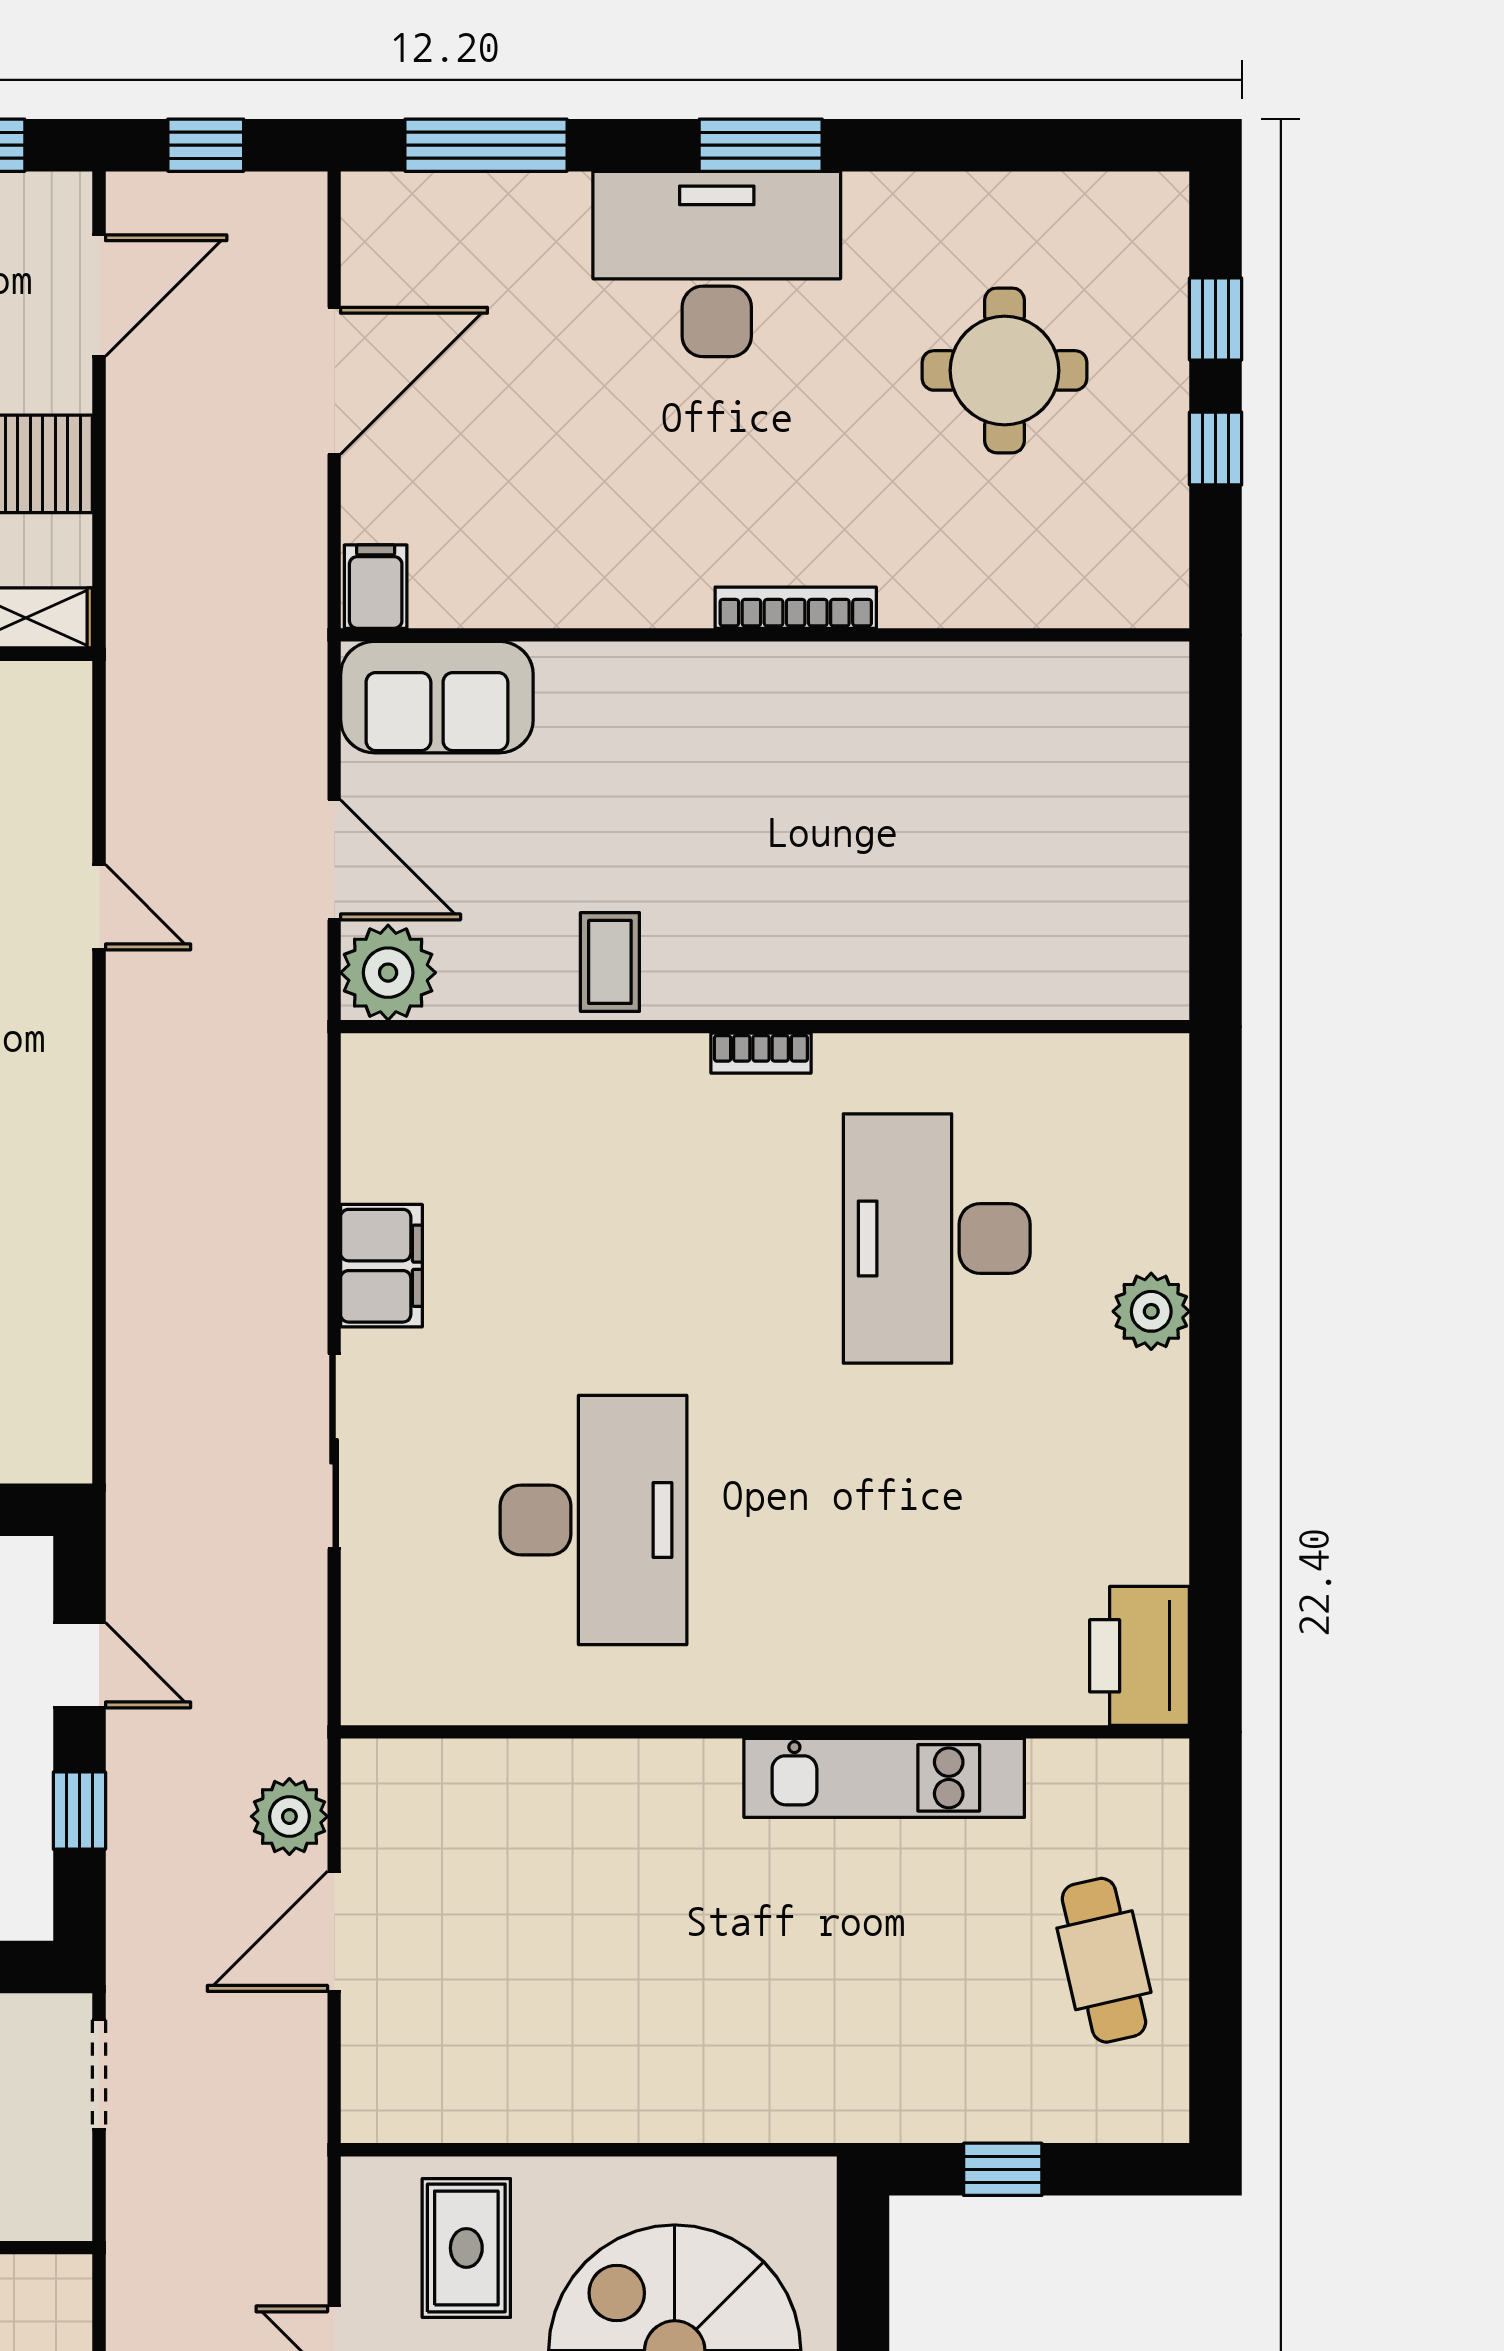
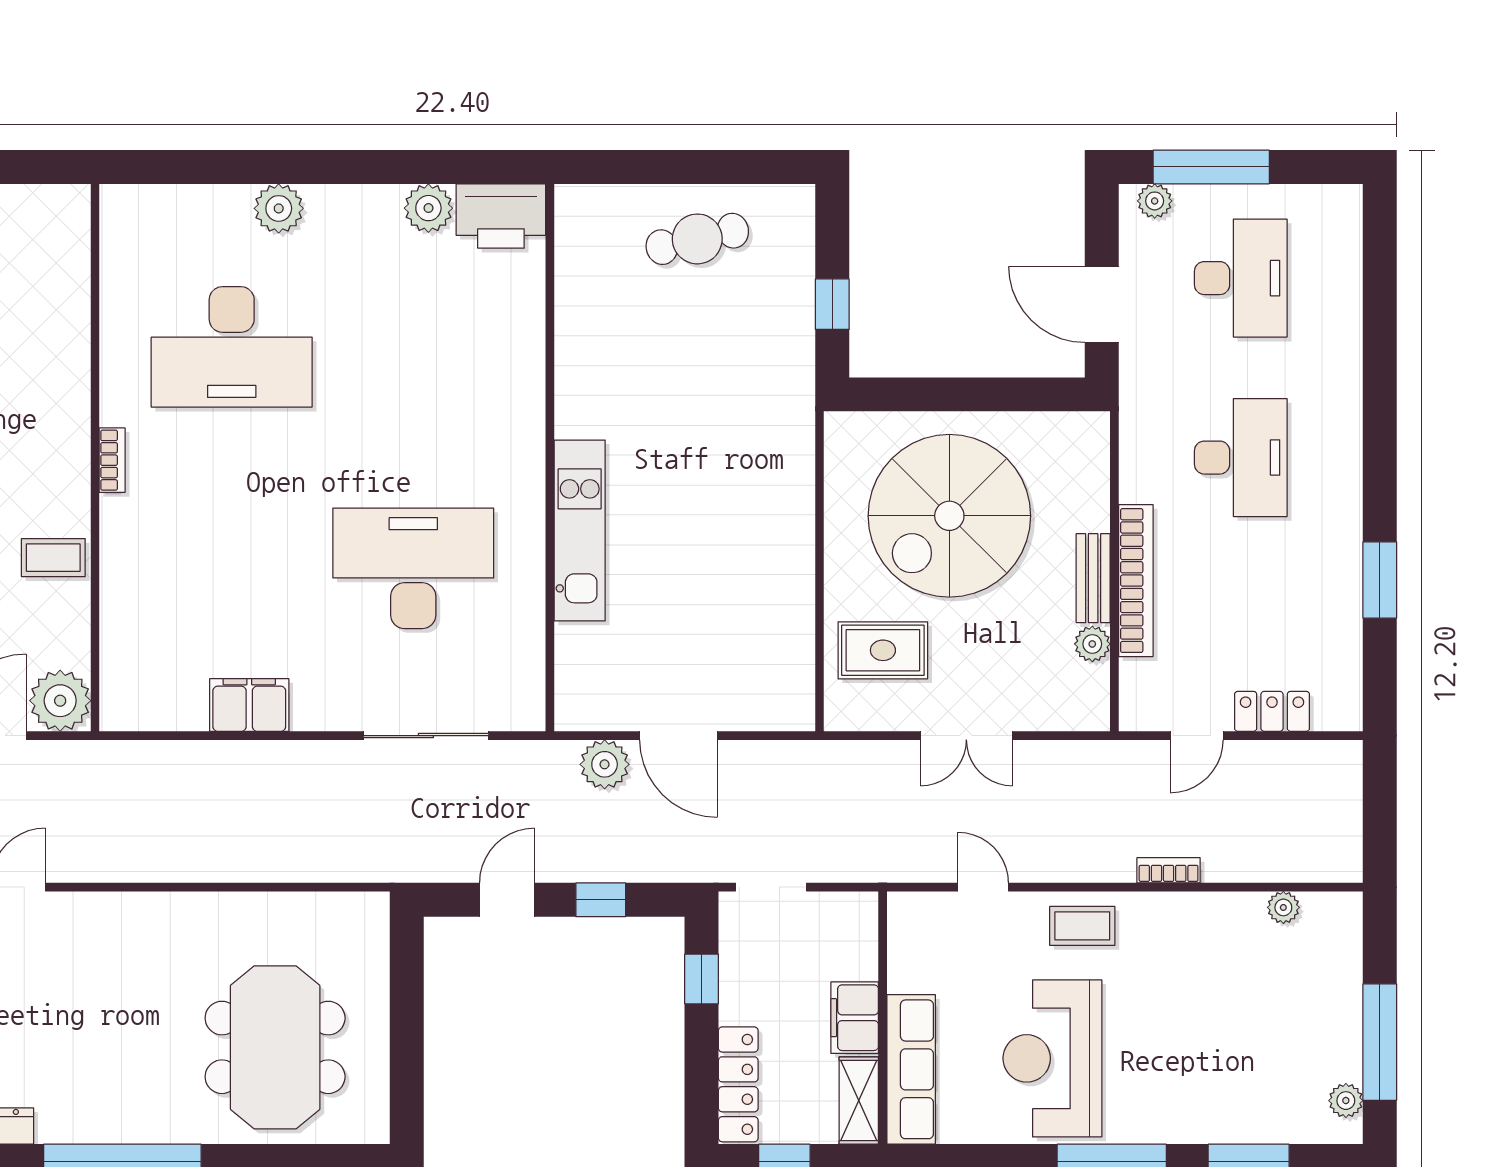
sliding door: (334, 1451) -> (426, 736), moved
plant: (1152, 1544) -> (428, 208), added
kitchen unit: (884, 1778) -> (580, 530), moved

